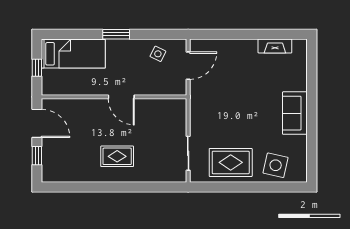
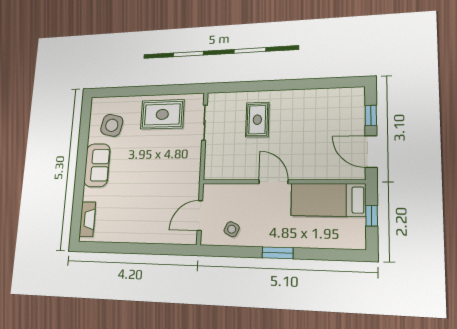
fireplace: (275, 46) -> (87, 219), moved, turned 90
bed: (73, 54) -> (328, 200), moved
rug: (117, 156) -> (257, 120), moved, turned 90
side table: (276, 165) -> (112, 125), moved

